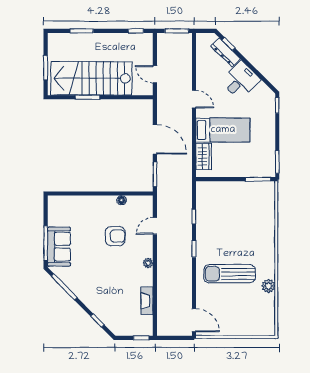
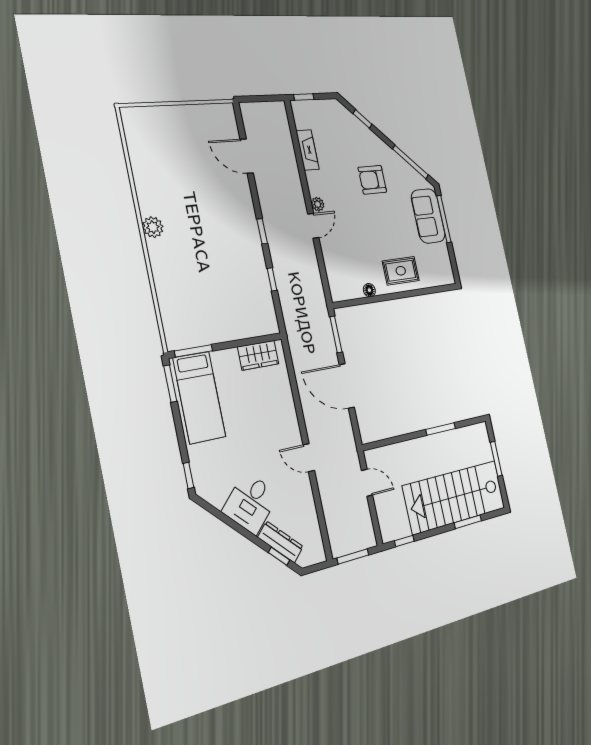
stairs: (91, 78) -> (455, 497), moved, turned 180
bed: (223, 130) -> (199, 397), moved, turned -90
wardrobe: (204, 156) -> (258, 355), moved, turned -90
rug: (93, 210) -> (401, 271), added
door: (155, 226) -> (313, 226), moved
armchair: (115, 236) -> (372, 180), moved
sun lounger: (230, 274) -> (205, 198), removed
plant: (268, 286) -> (153, 227), moved
door: (194, 320) -> (247, 156), moved

